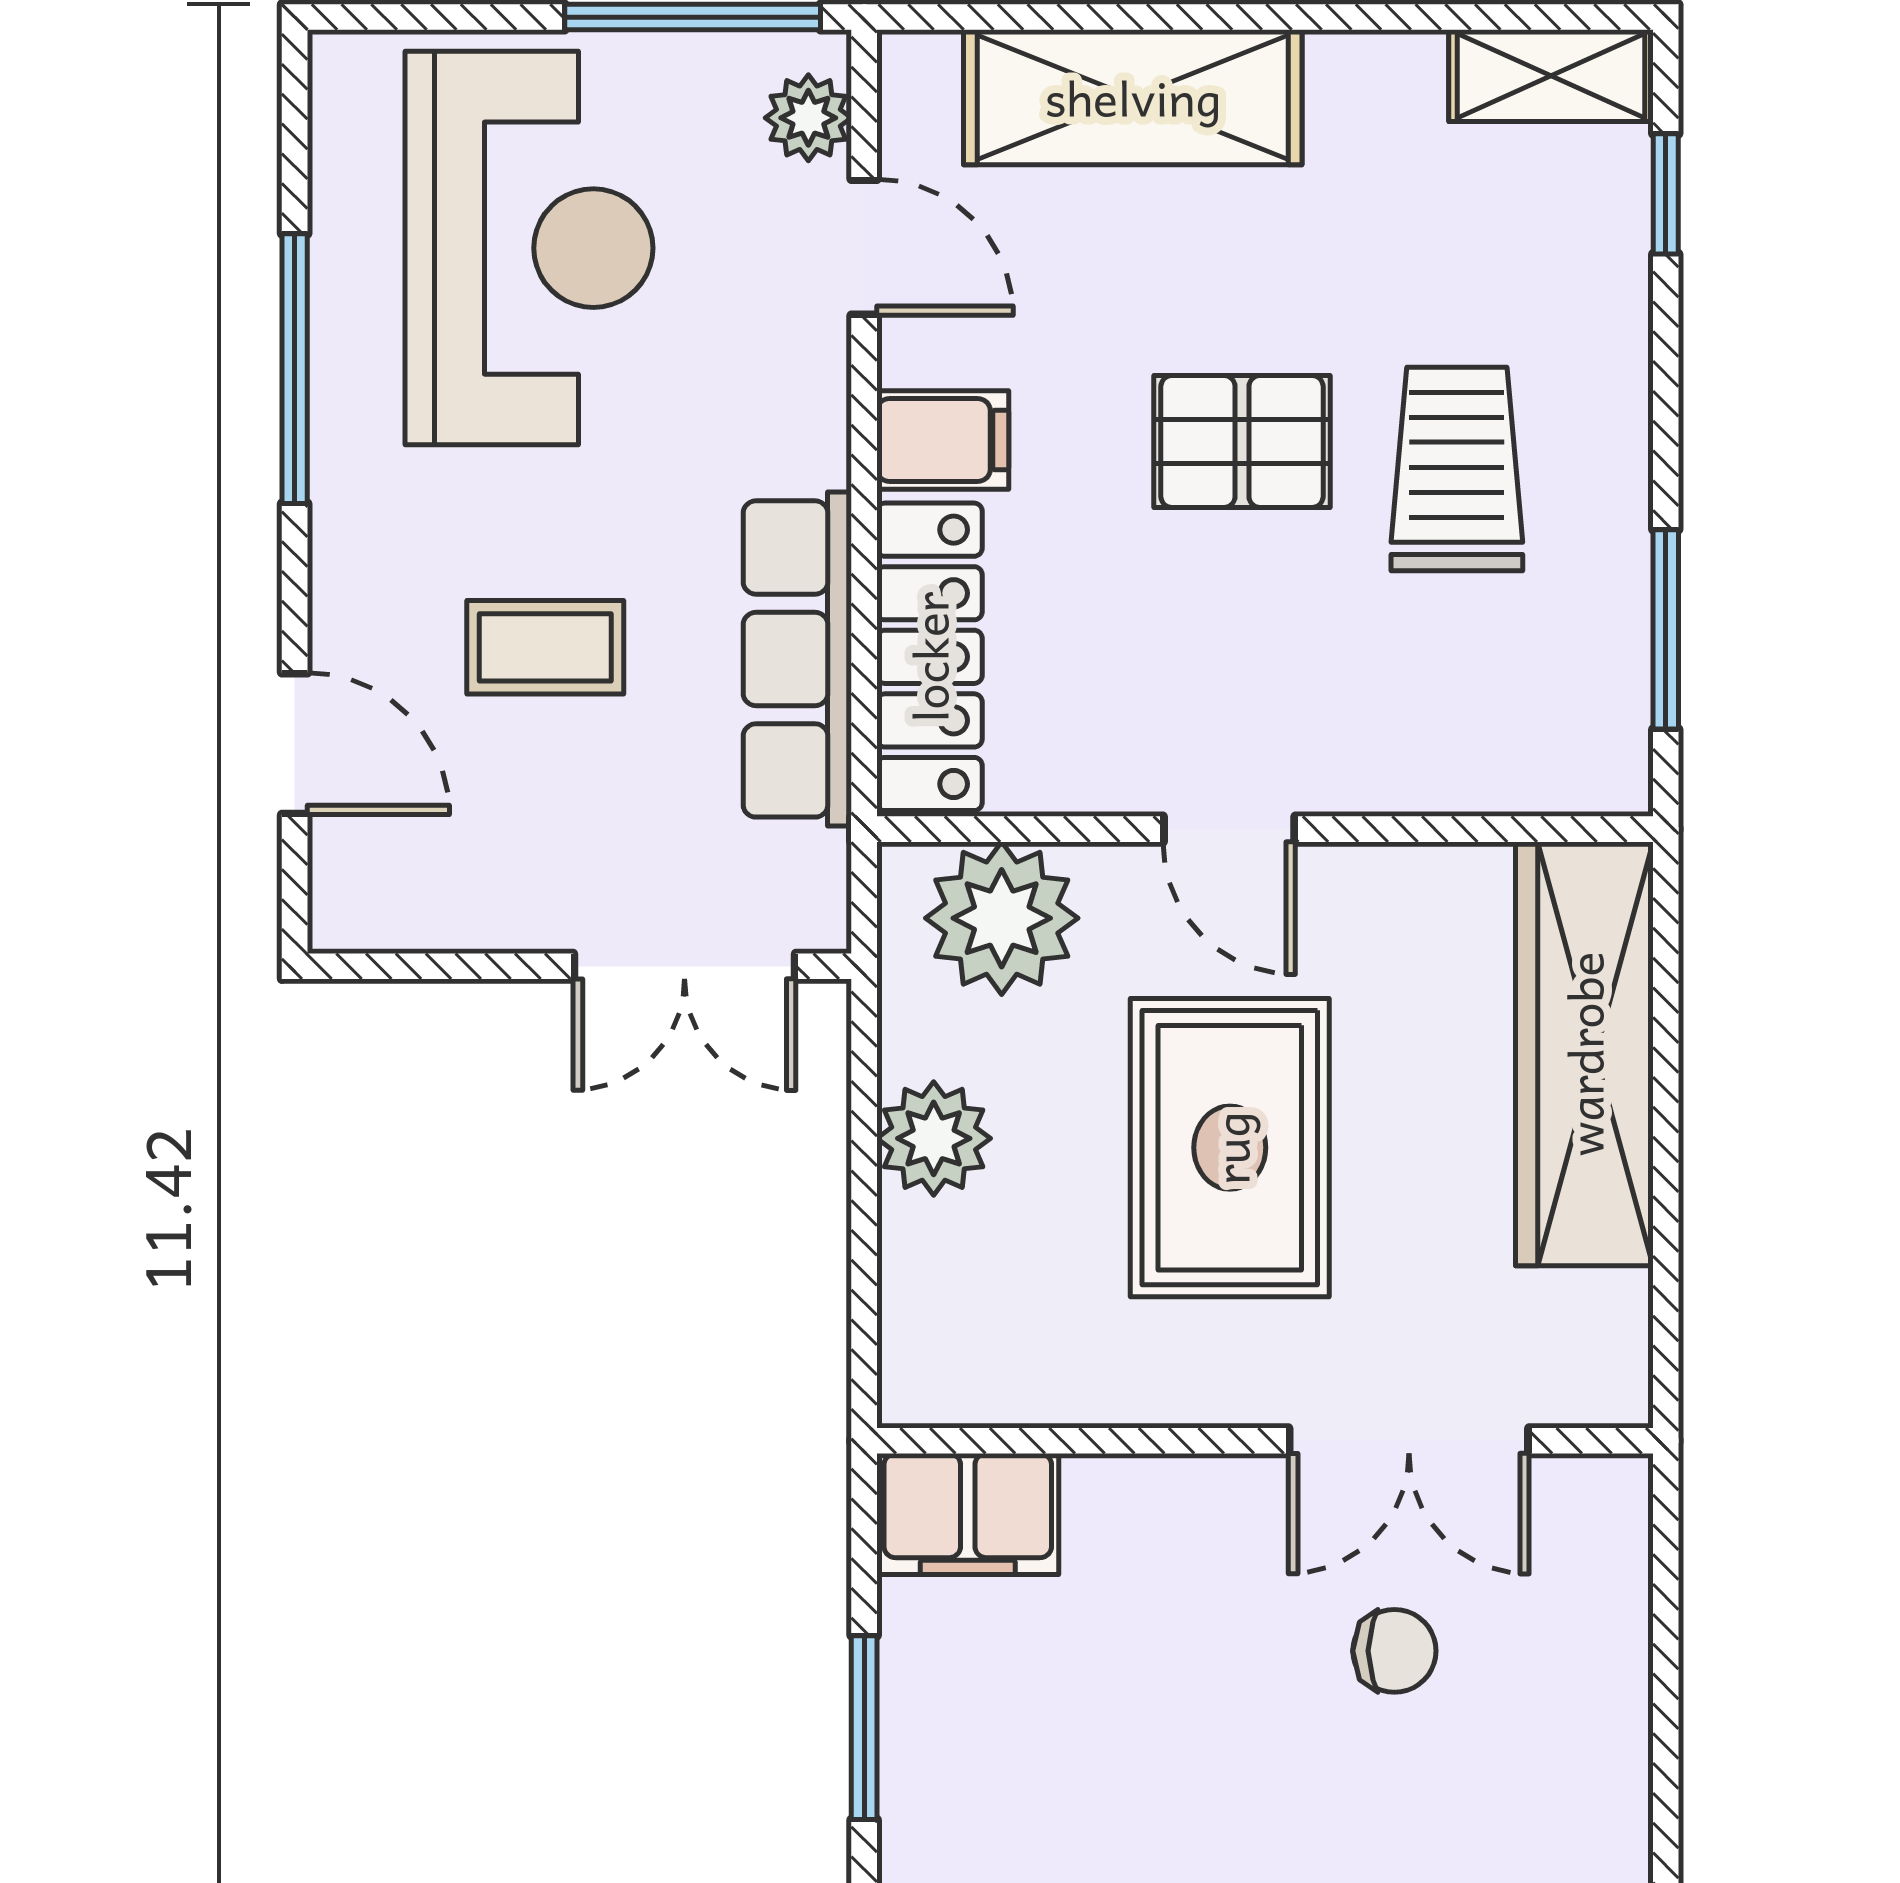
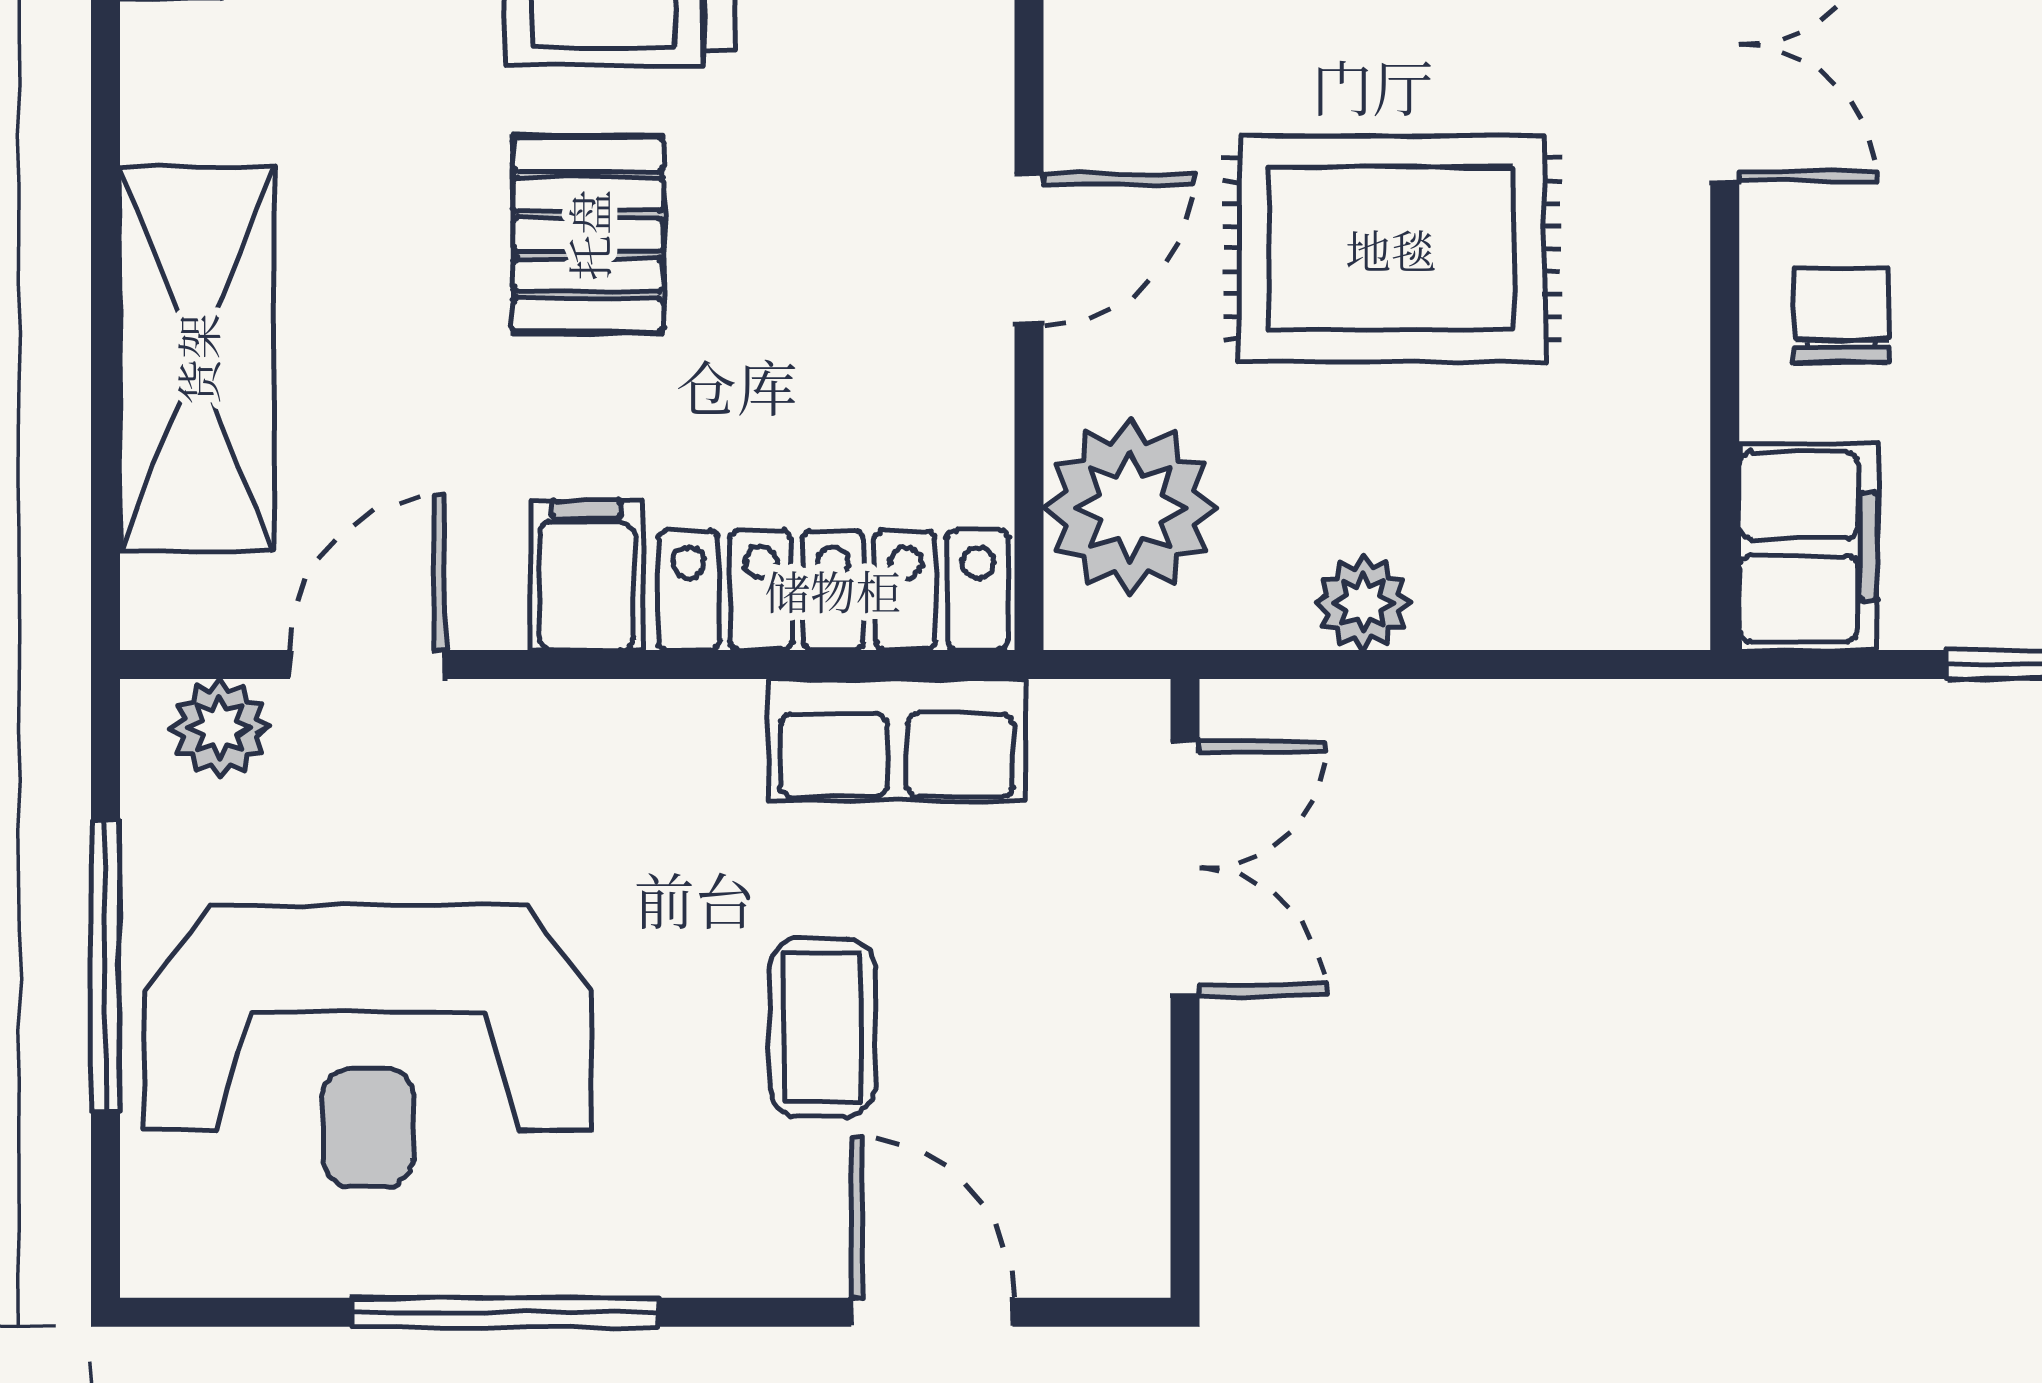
window: (693, 17) -> (105, 965), moved
reception desk: (529, 248) -> (368, 1046), turned 180
row of seats: (797, 659) -> (897, 740), width x0.68
door: (295, 744) -> (932, 1312), hinge flipped
plant: (934, 1138) -> (1363, 603), width x0.73, depth x0.73
chair: (1394, 1651) -> (1842, 316), moved

